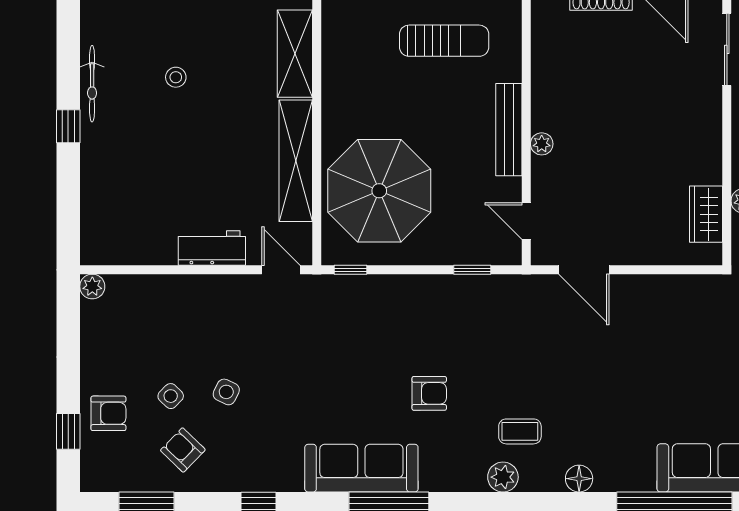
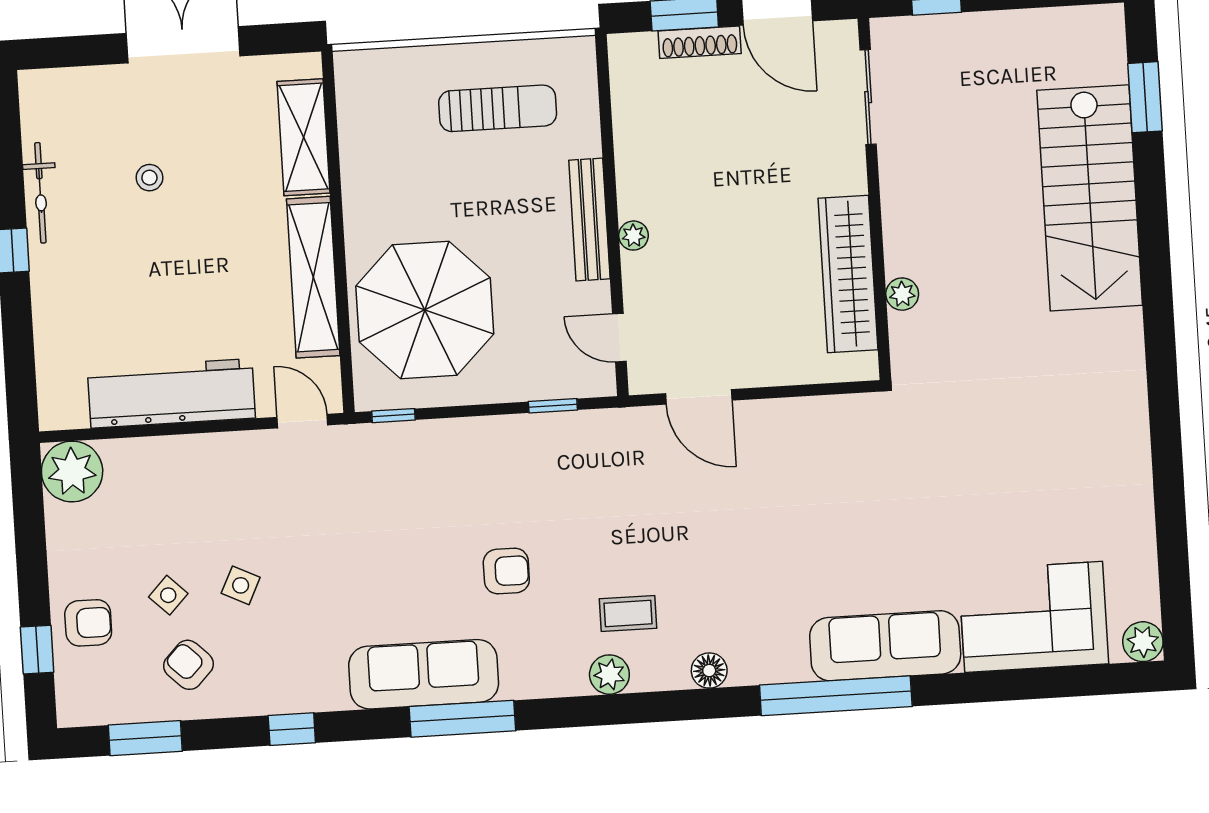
wardrobe: (706, 214) -> (848, 274), width x2.10, depth x1.17
workbench: (212, 248) -> (171, 393), width x1.88, depth x1.32
plant: (92, 287) -> (72, 471), width x1.88, depth x1.88

